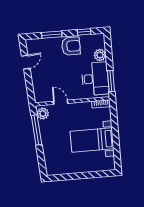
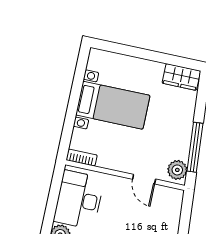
window: (111, 81) -> (55, 189), removed
wardrobe: (57, 169) -> (181, 77), added

